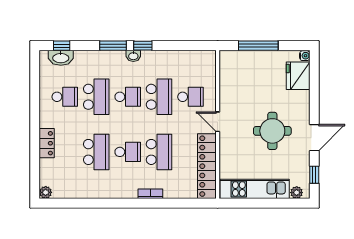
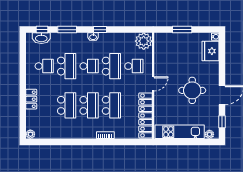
window: (113, 46) -> (67, 30), moved
window: (258, 46) -> (182, 30), width x0.69
plant: (204, 62) -> (144, 41), added
door: (218, 122) -> (153, 84), swing flipped
school desk: (128, 152) -> (89, 105), width x1.85

